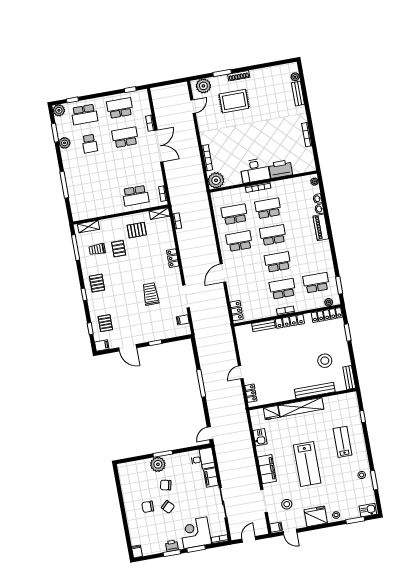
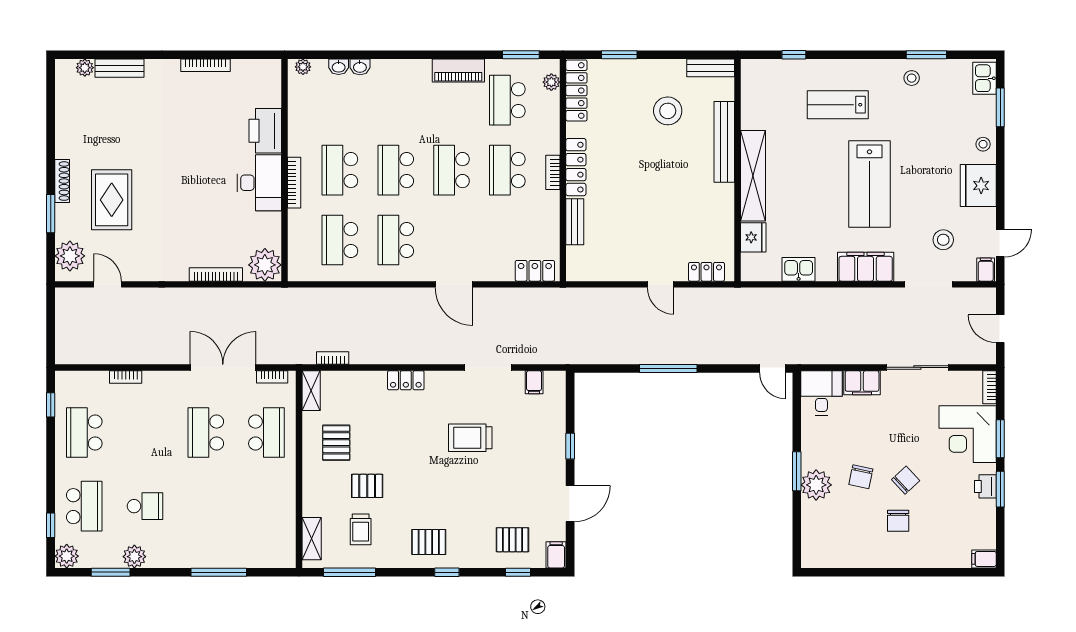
school desk: (125, 137) -> (206, 433), moved
double door: (159, 146) -> (223, 367), moved
piano: (321, 227) -> (458, 71), moved
lab bench: (307, 464) -> (869, 184), turned 90

